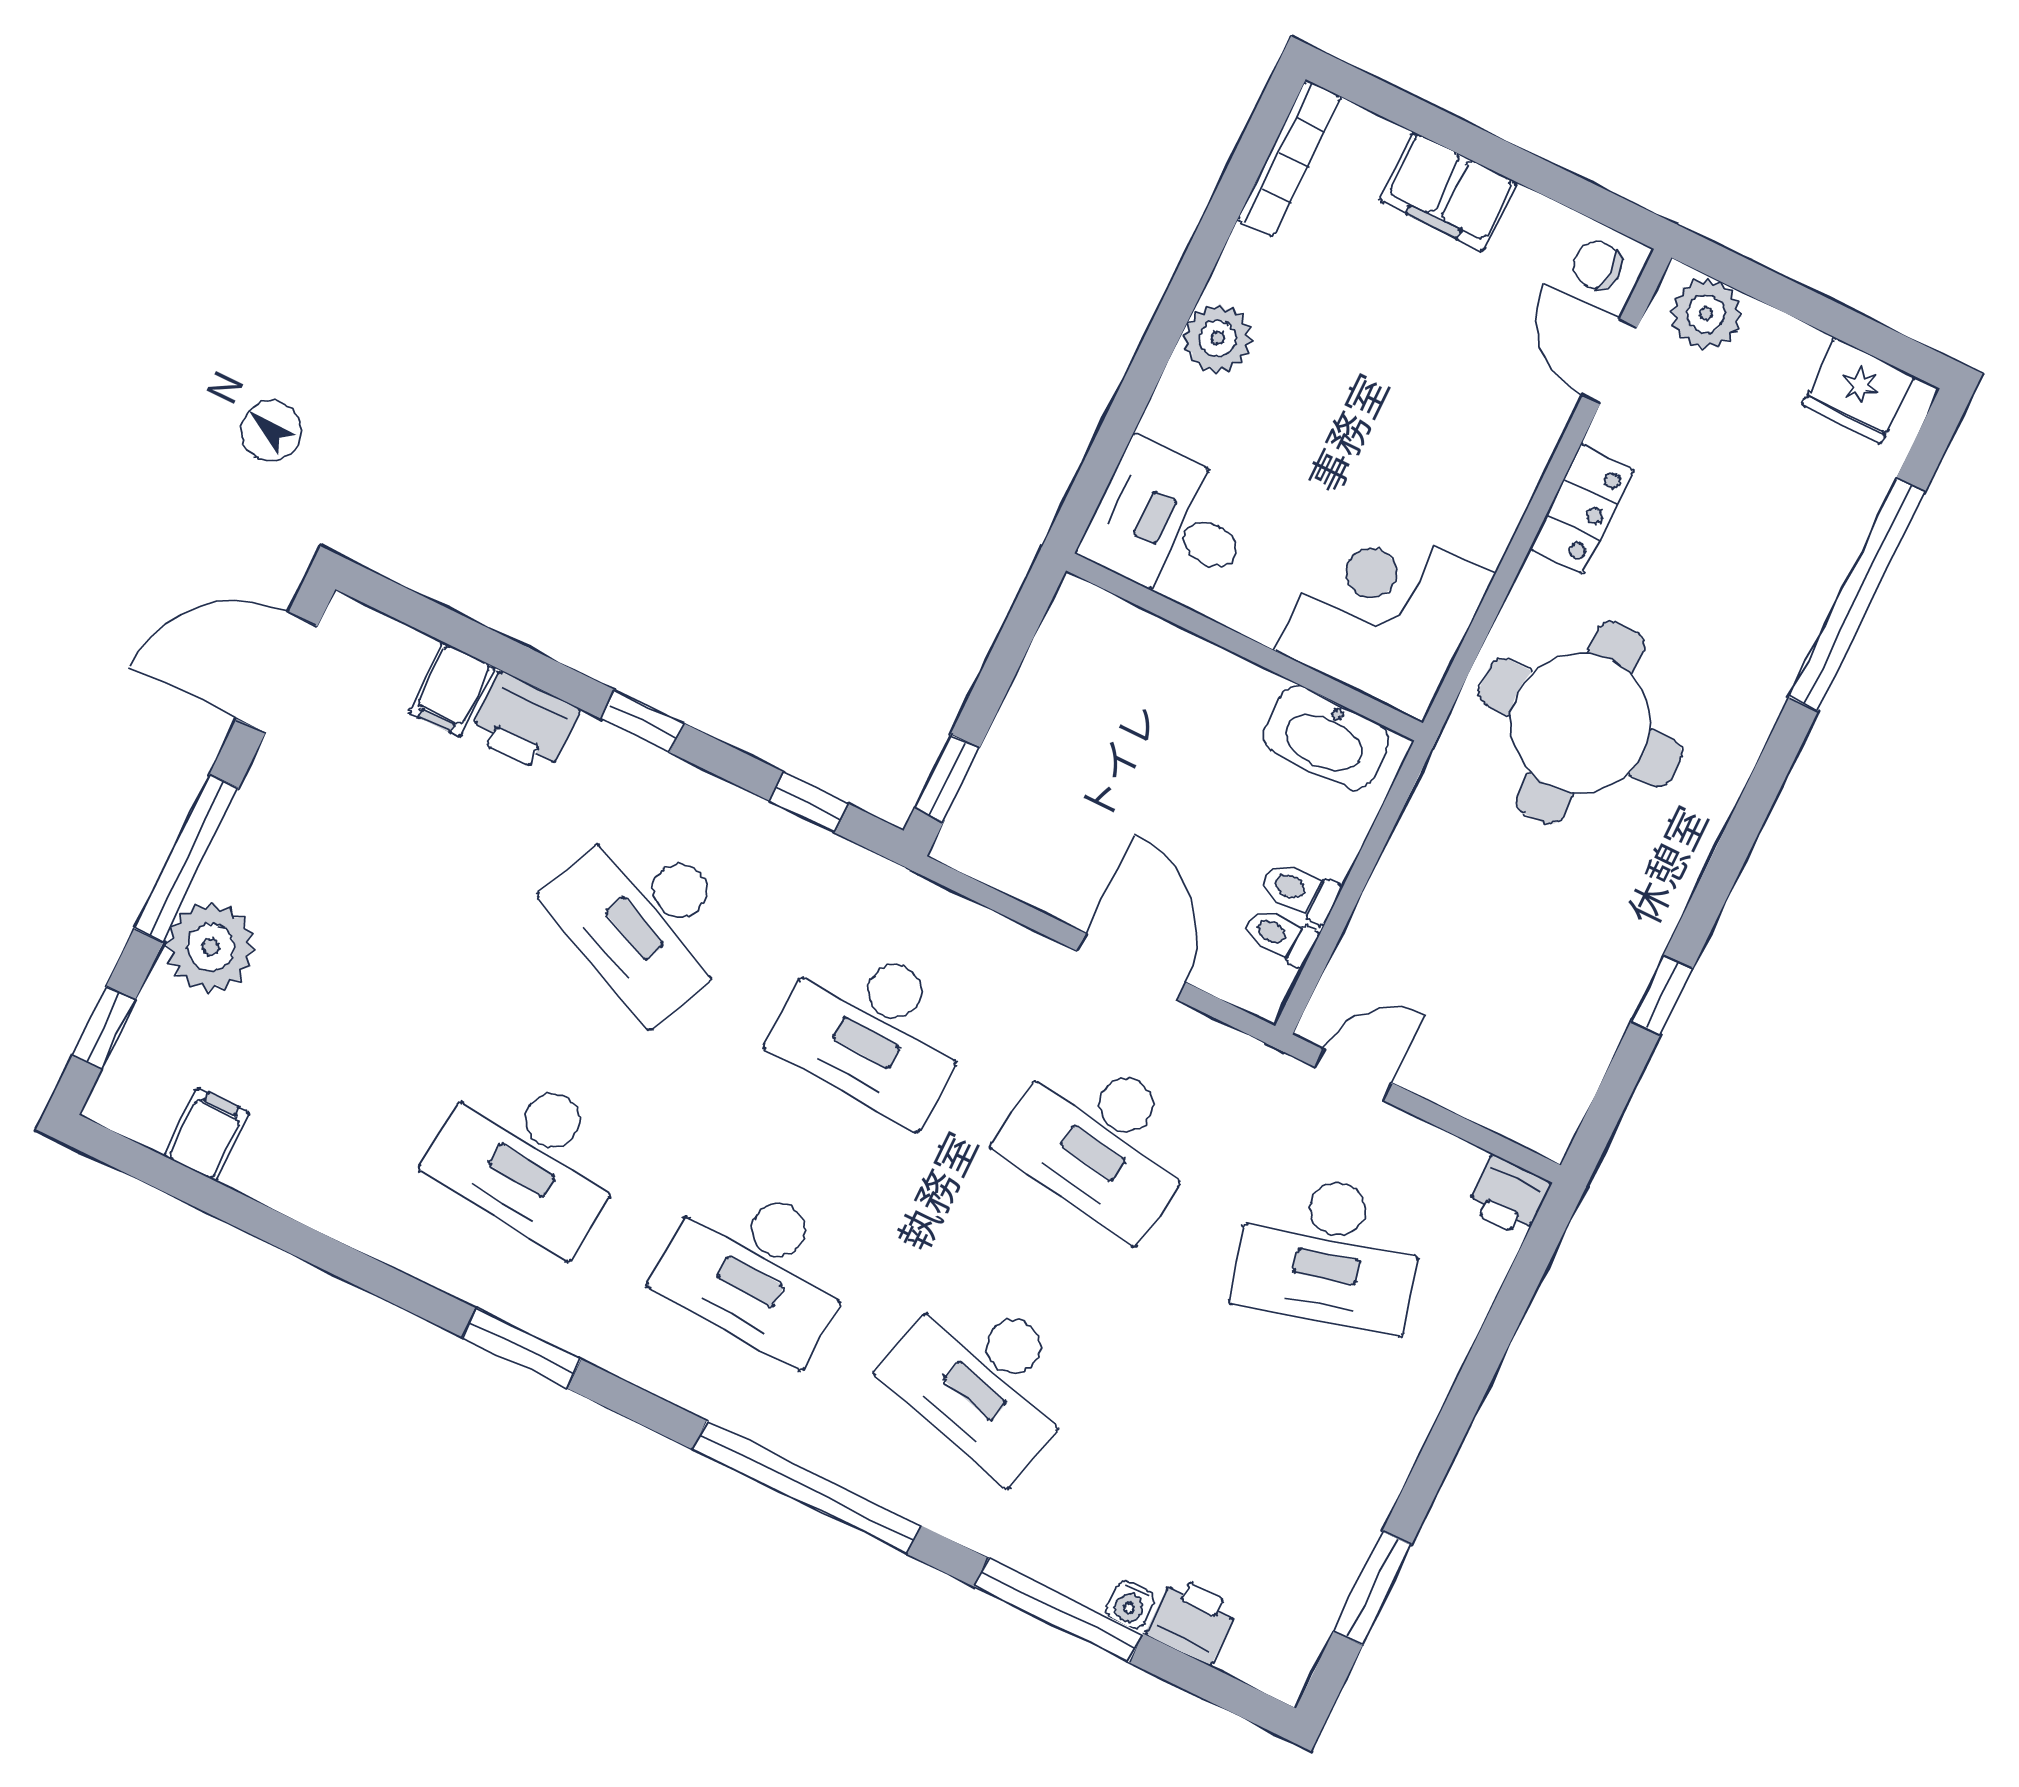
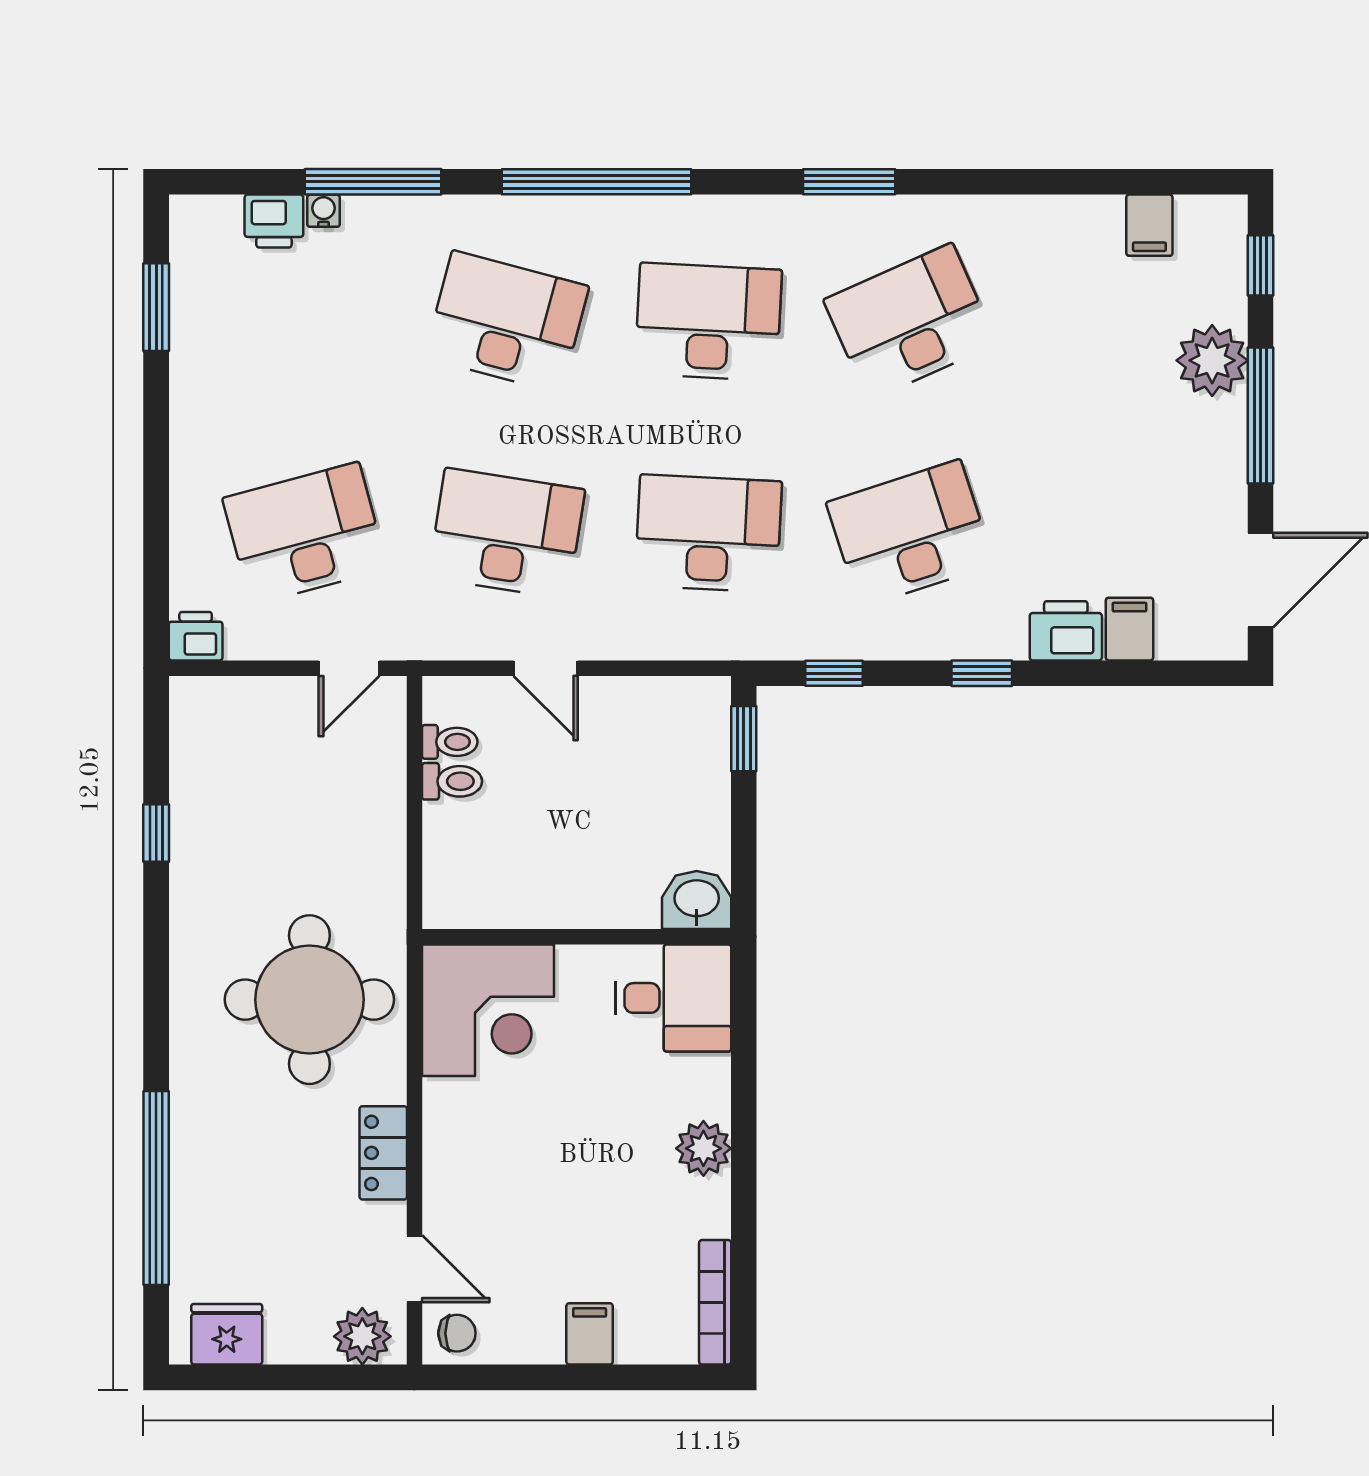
filing cabinet: (1448, 192) -> (590, 1334), width x0.50
washbasin: (1326, 738) -> (697, 900), moved, width x0.72
desk: (646, 918) -> (910, 533), turned -42
door: (1132, 967) -> (546, 668), width x0.73
desk: (530, 1157) -> (910, 322), turned -30

